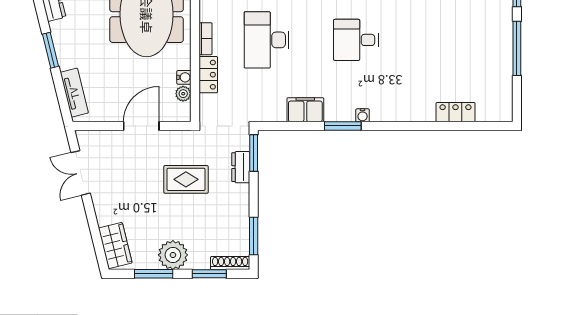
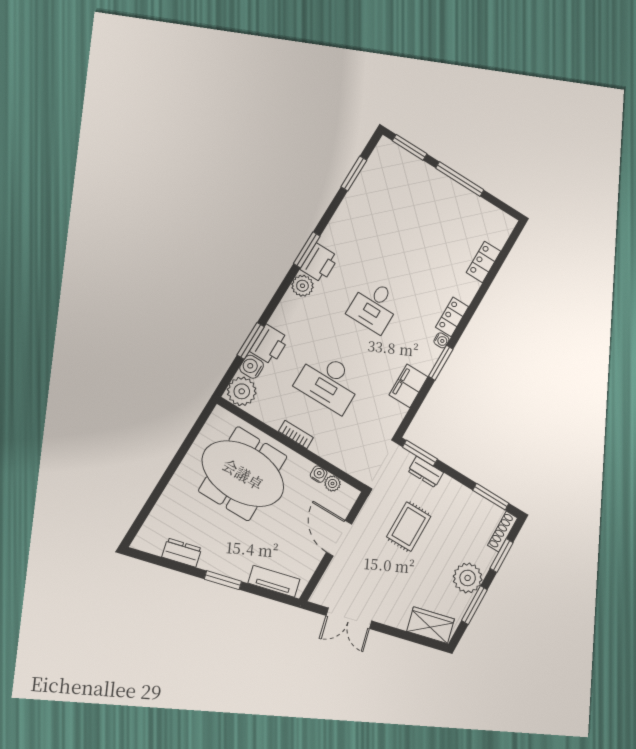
locker: (208, 75) -> (452, 317), moved, turned -90

